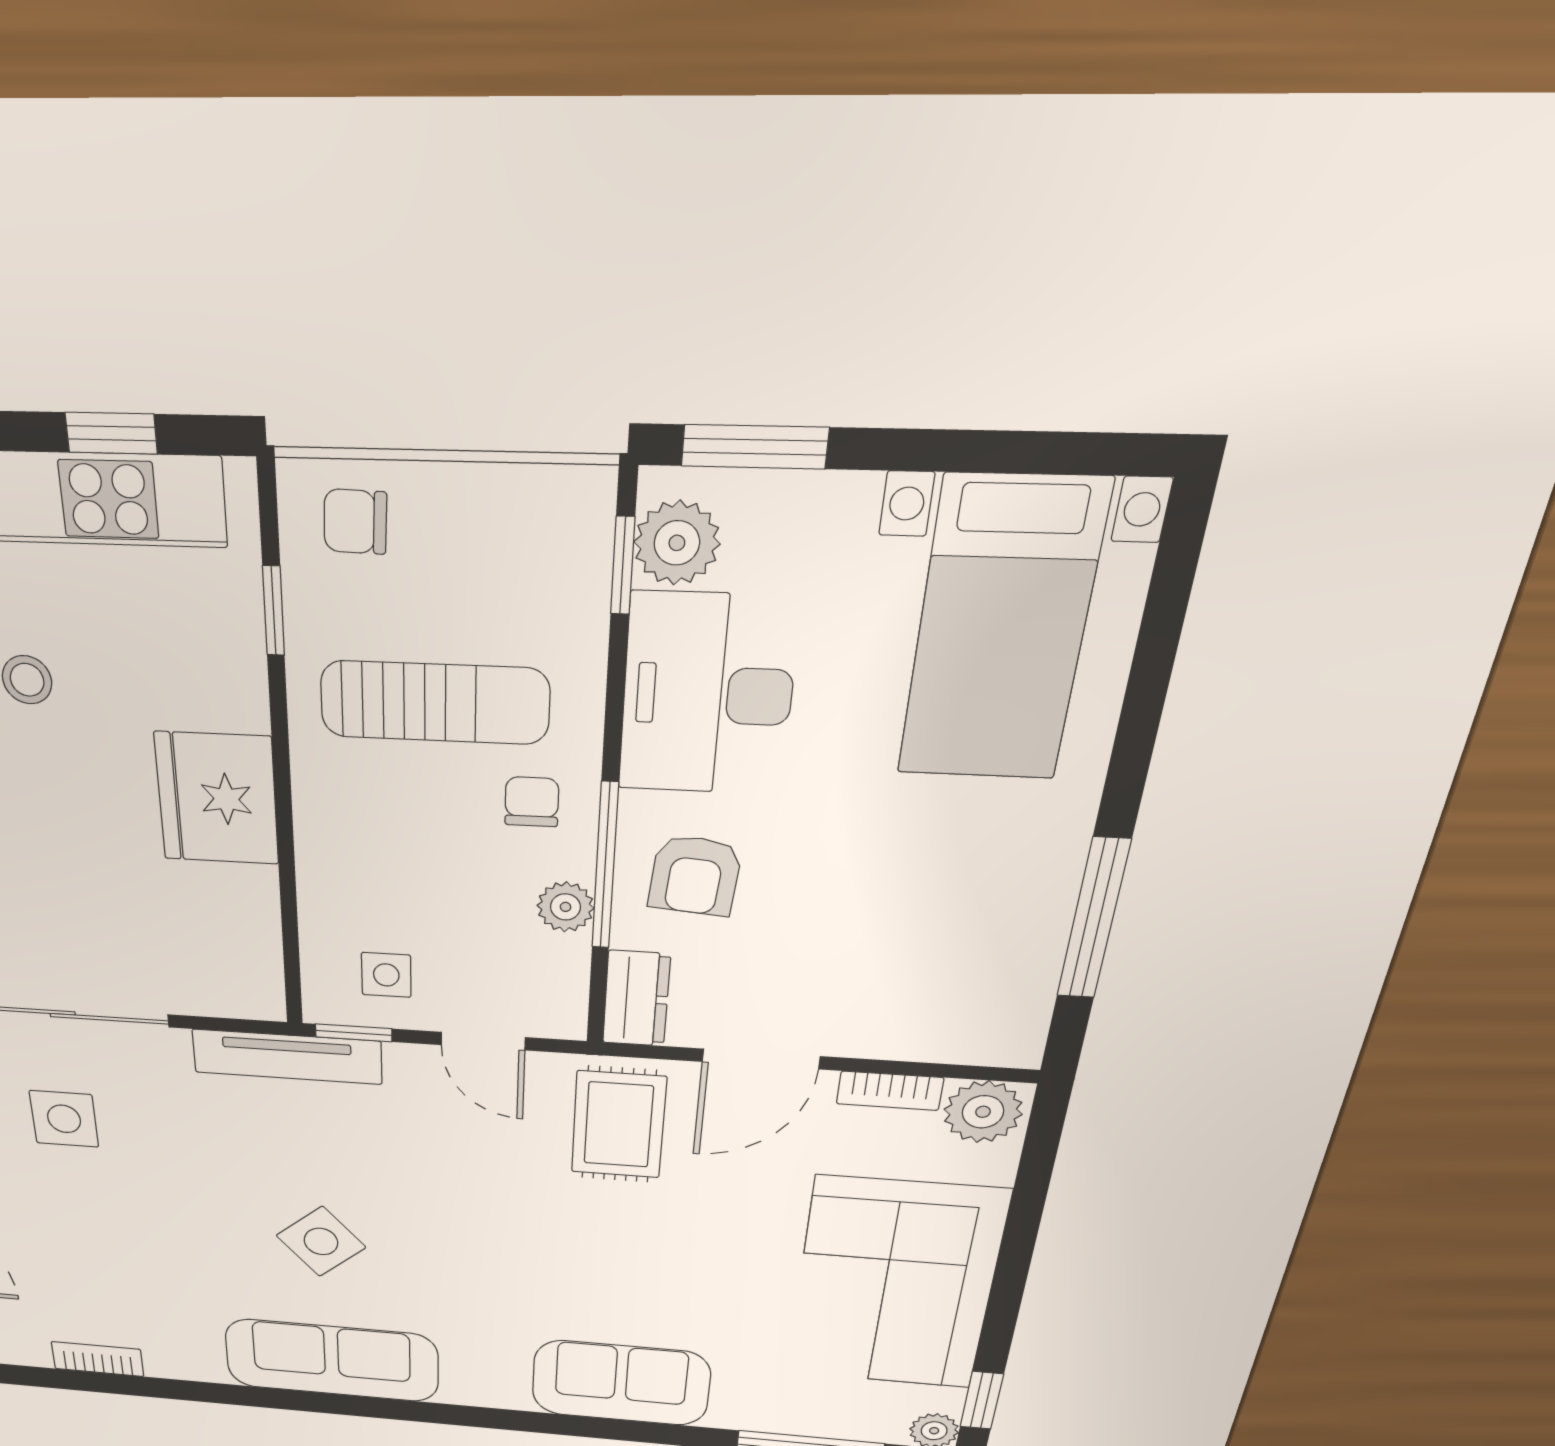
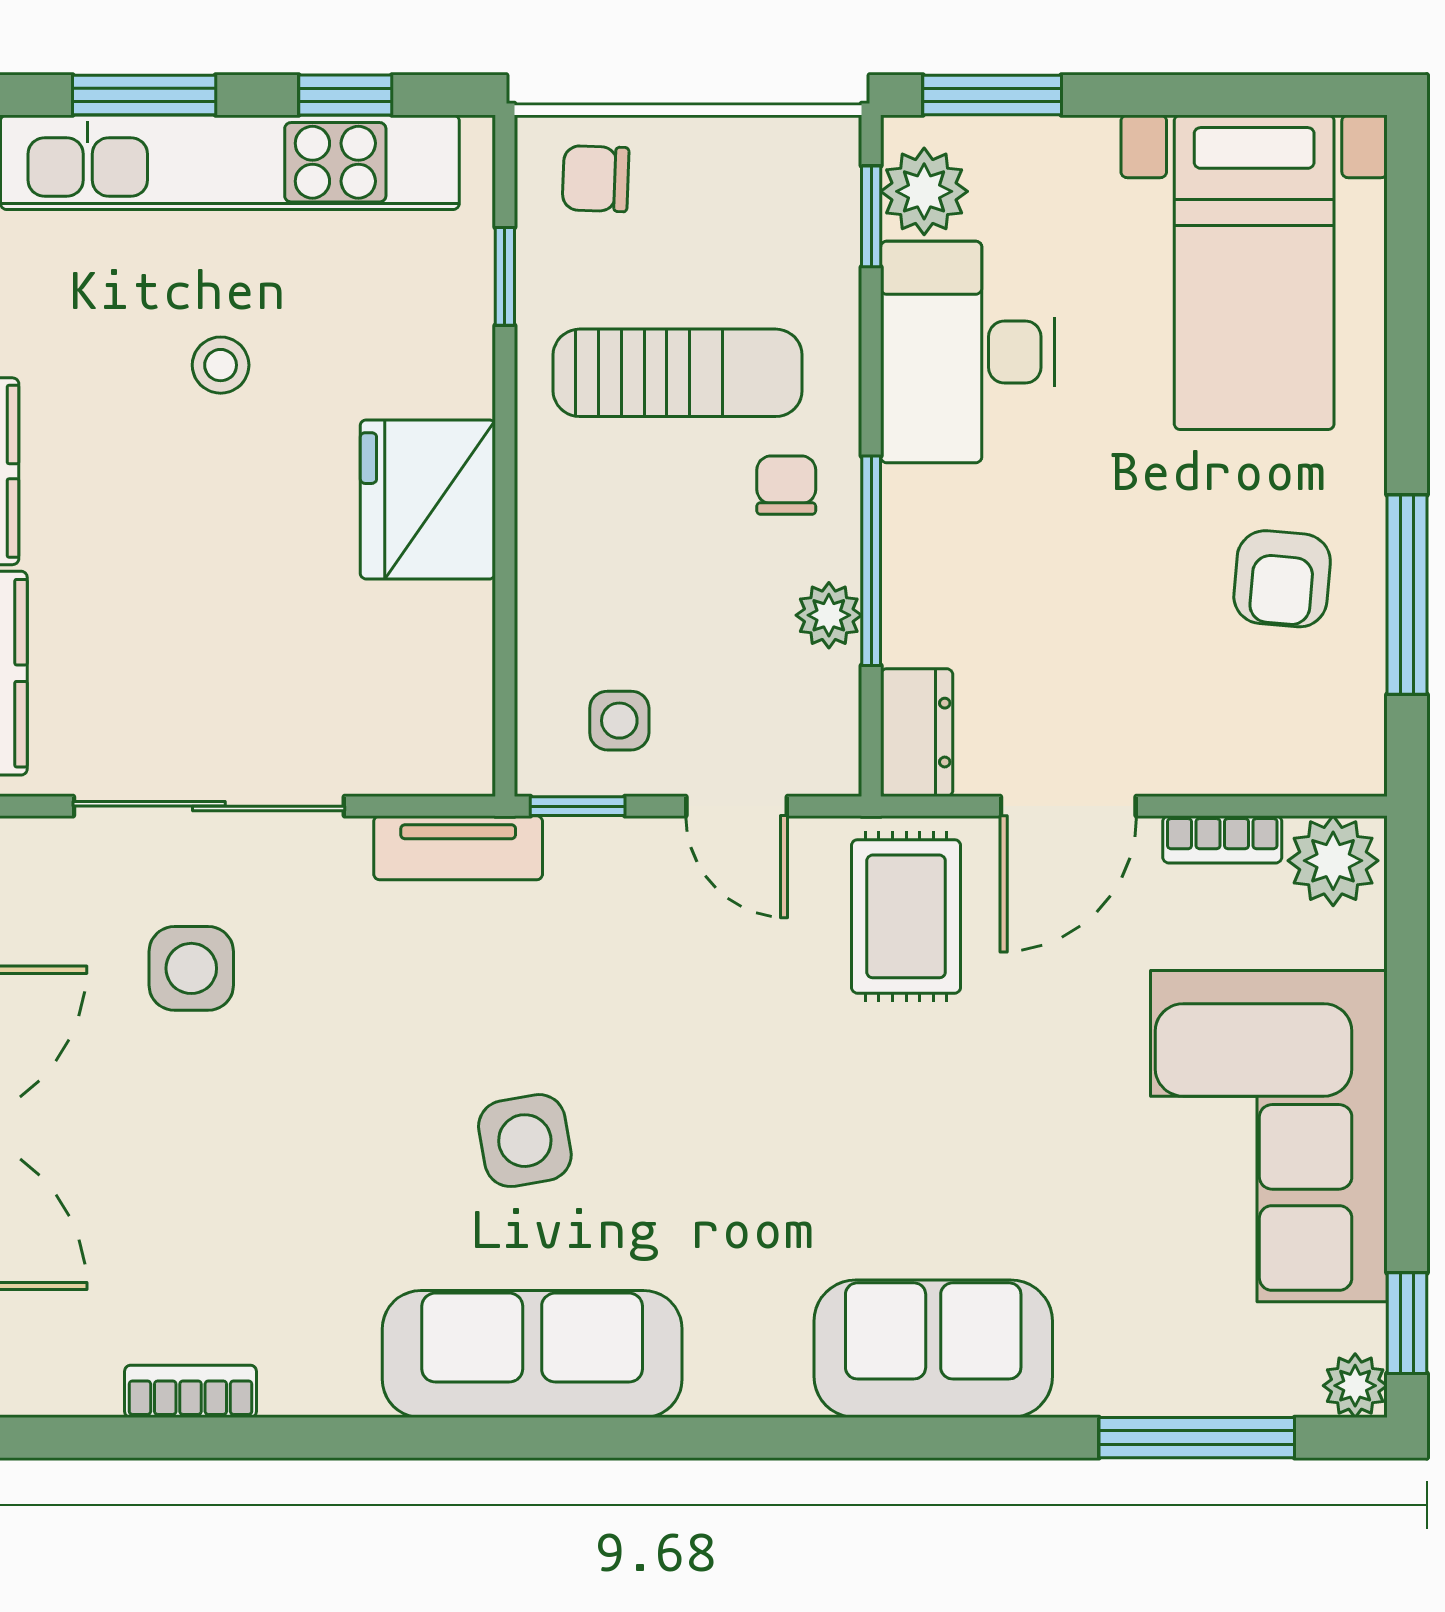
armchair: (695, 876) -> (1282, 579), moved
tv unit: (287, 1057) -> (458, 848), width x0.71
side table: (321, 1241) -> (525, 1141), turned 31

